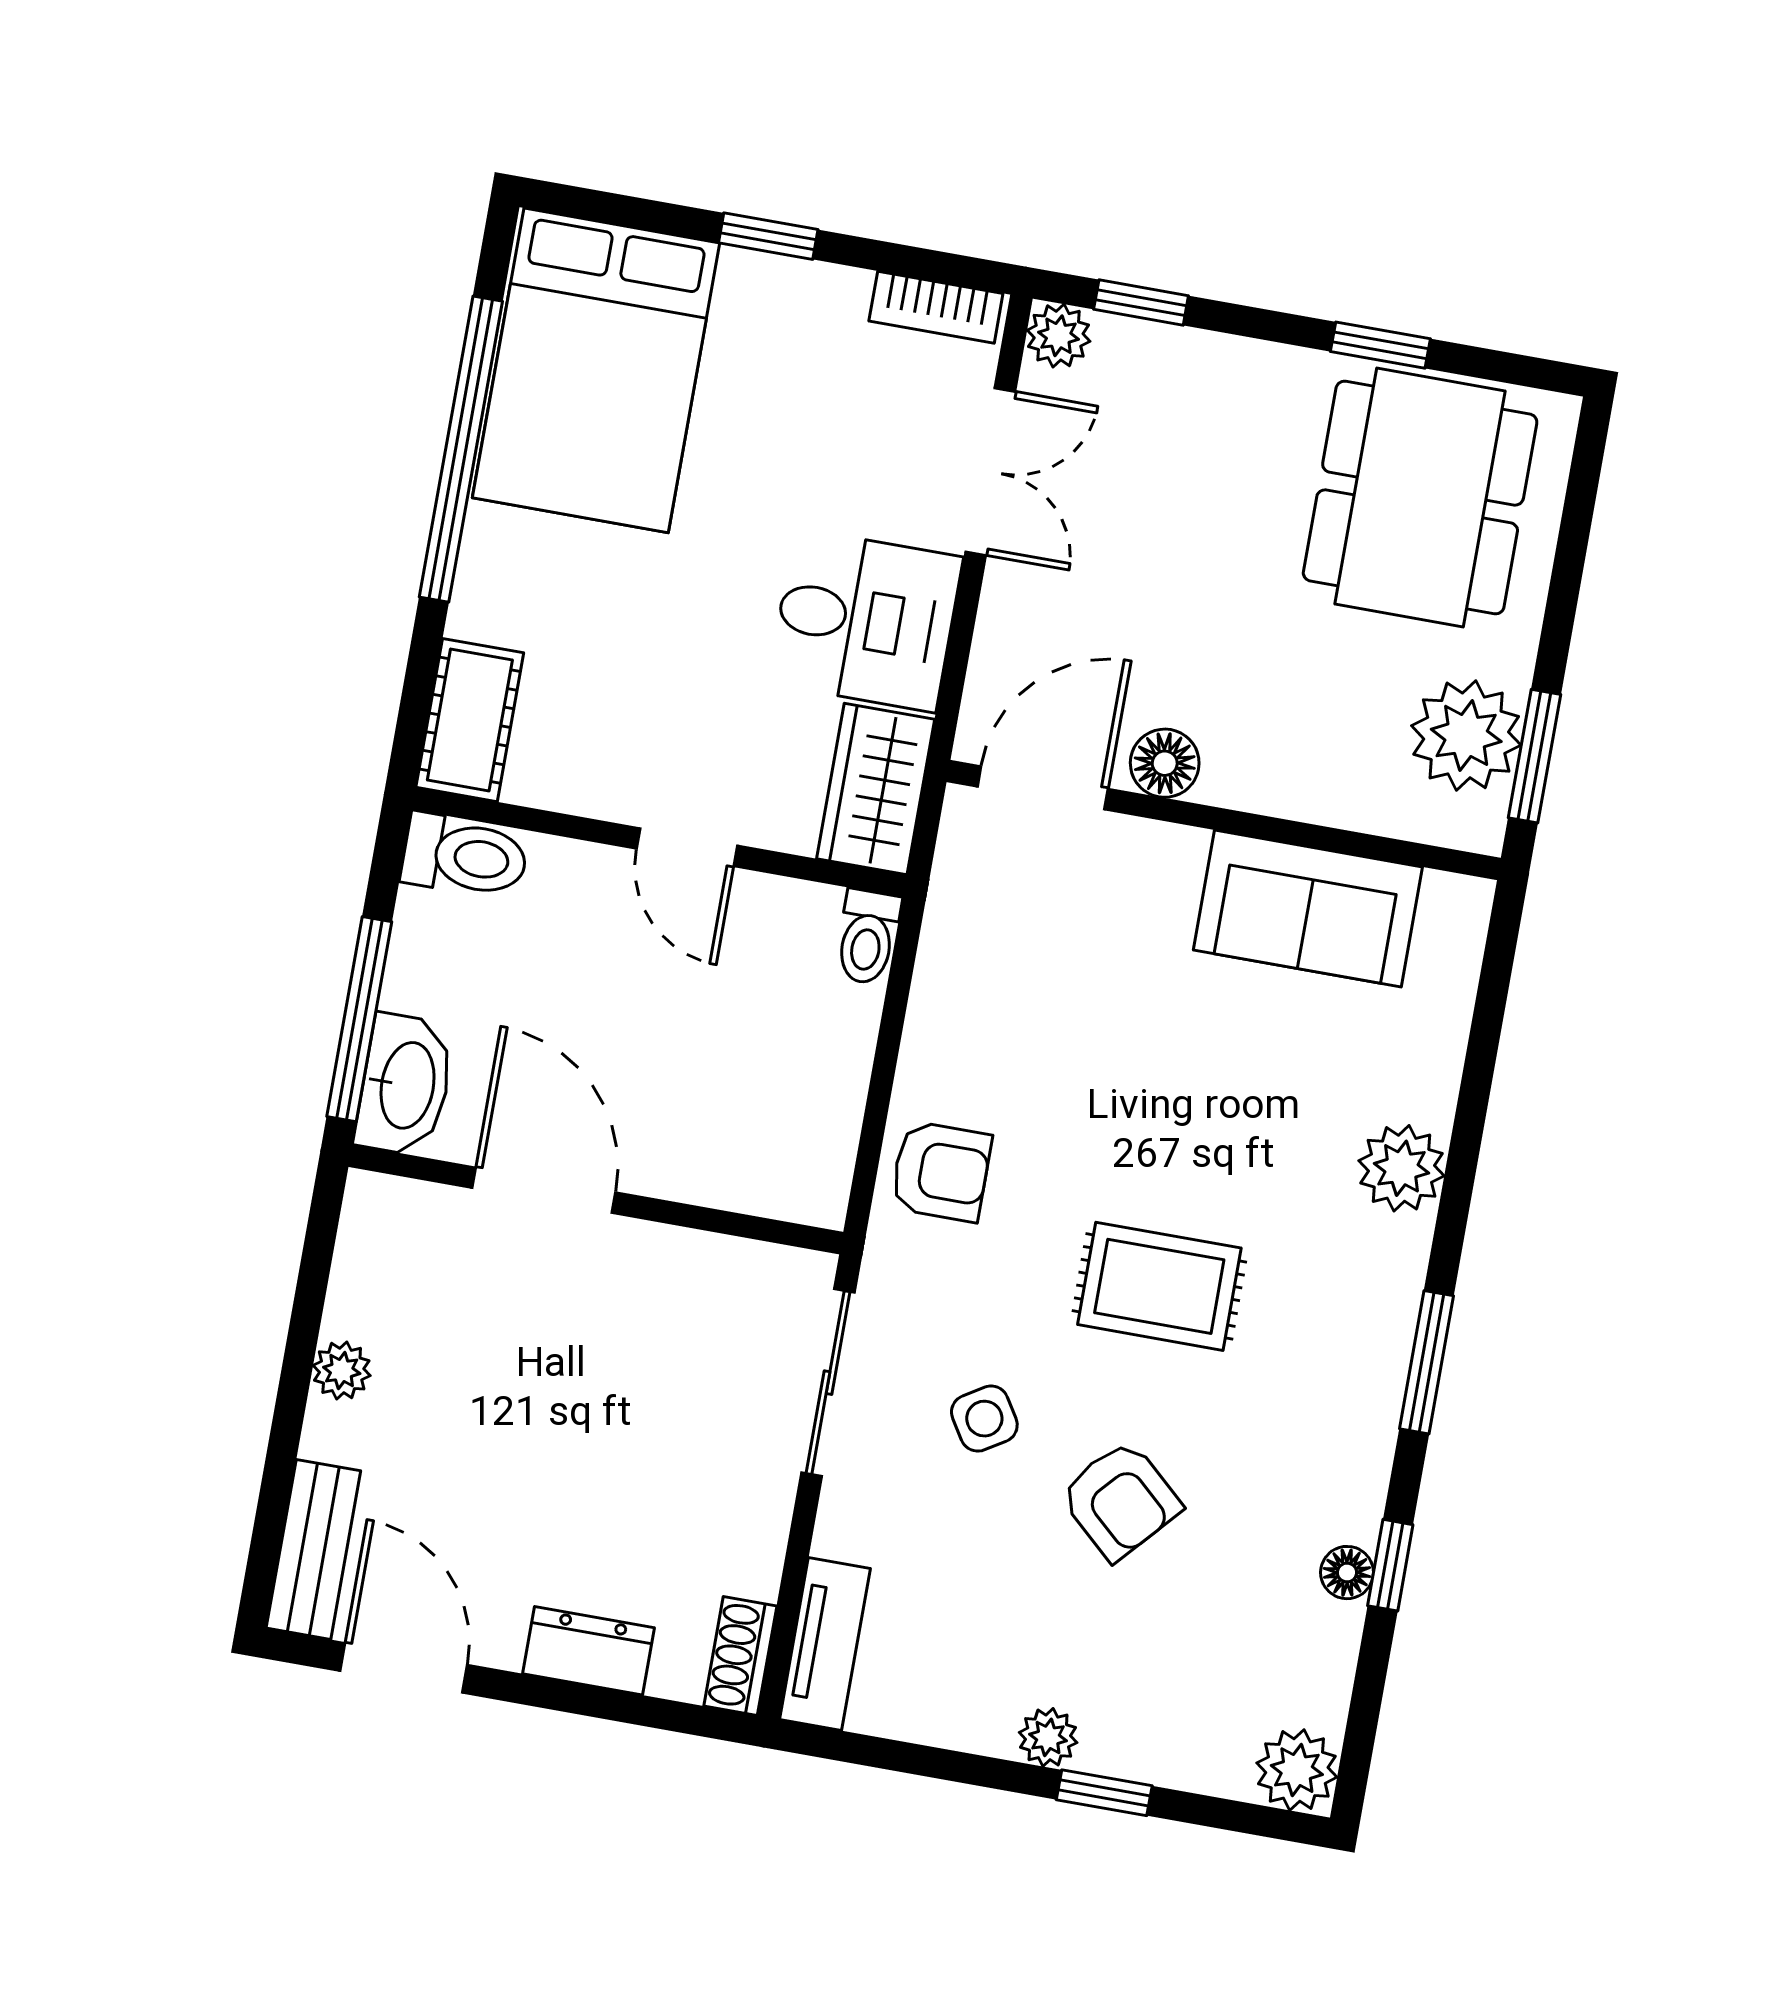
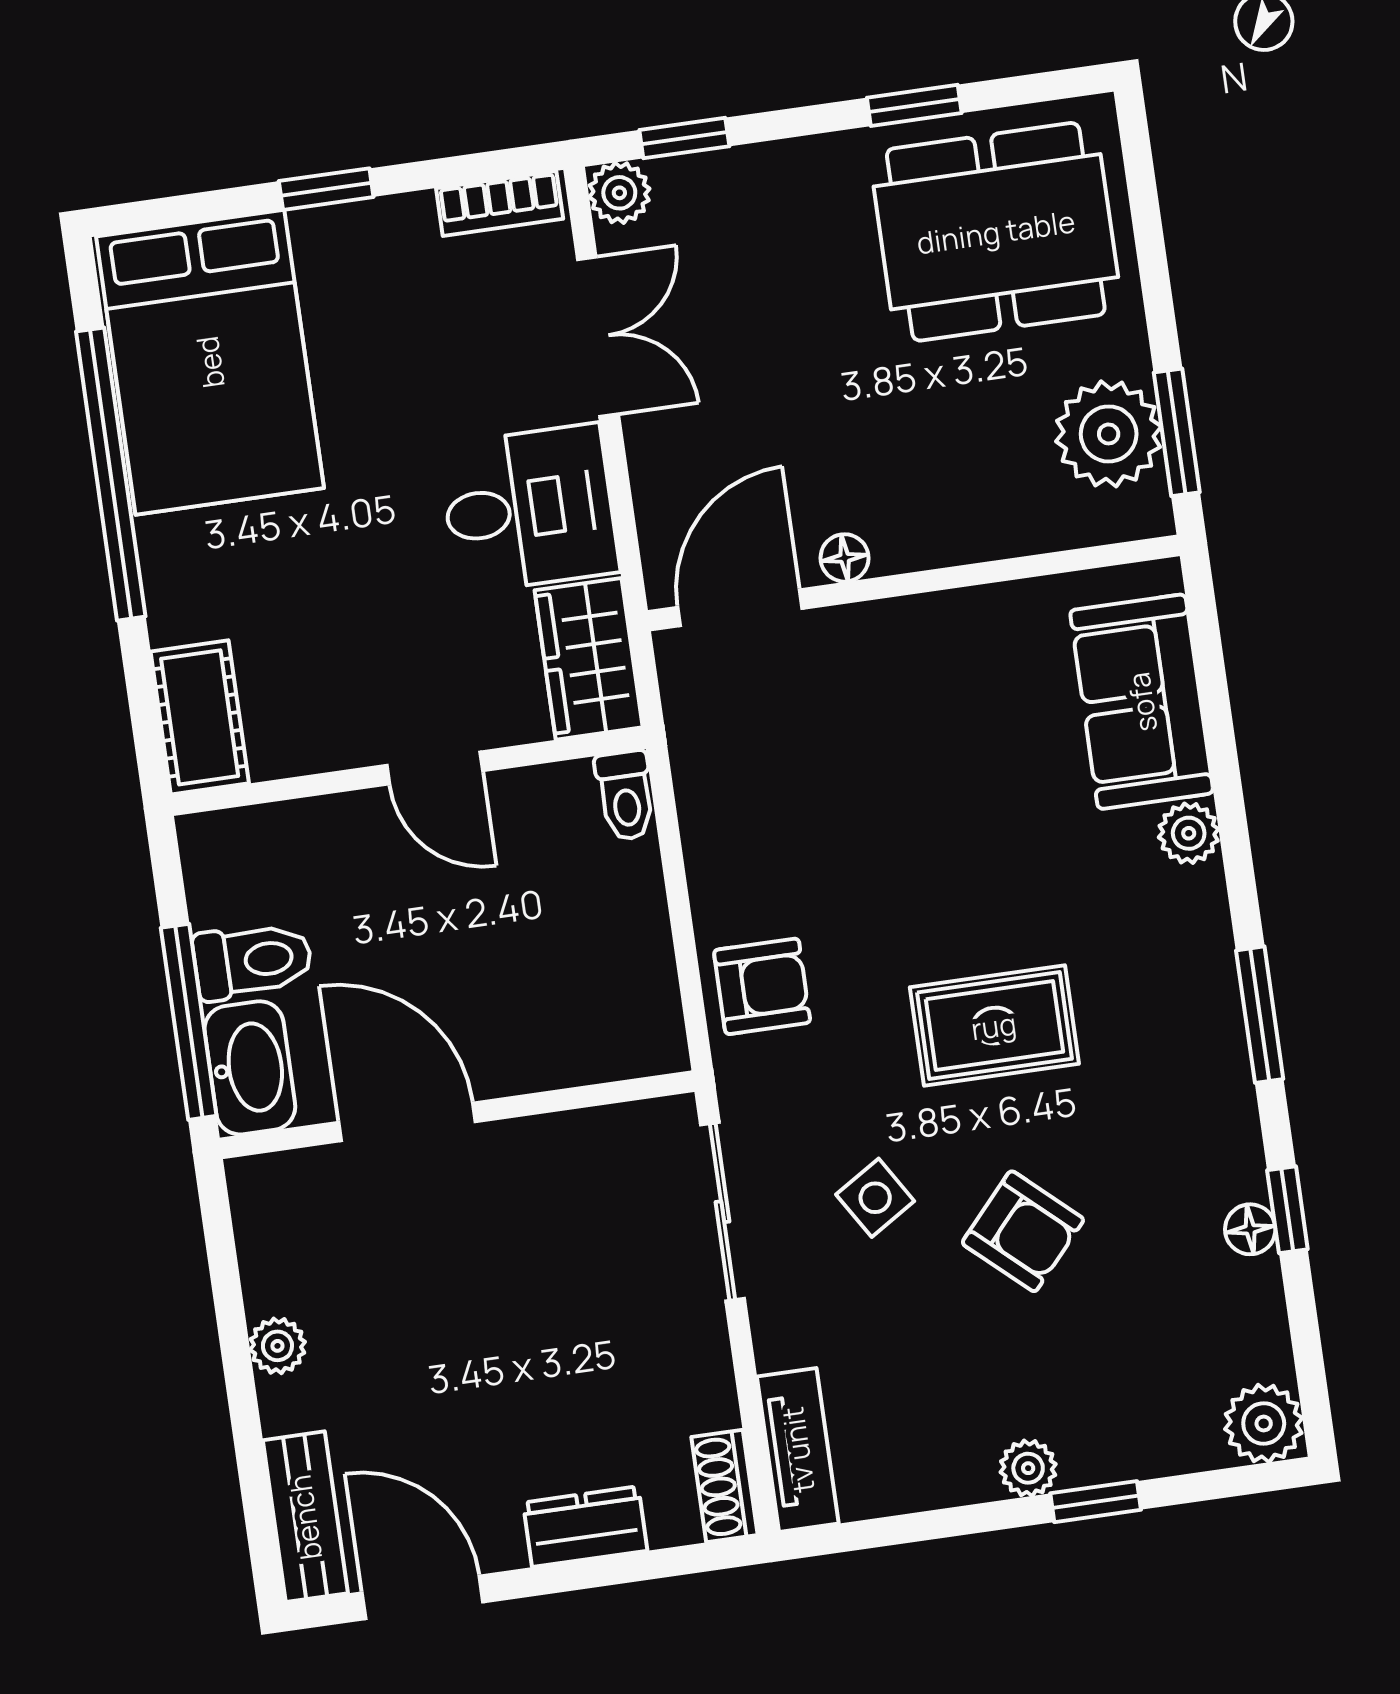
dining table: (1420, 498) -> (996, 232), turned 90
floor lamp: (1165, 763) -> (845, 558), width x0.73, depth x0.73
toilet: (465, 856) -> (253, 961), moved
sofa: (1308, 909) -> (1142, 702), moved, turned 90
plant: (1401, 1168) -> (1189, 833), width x0.73, depth x0.73

